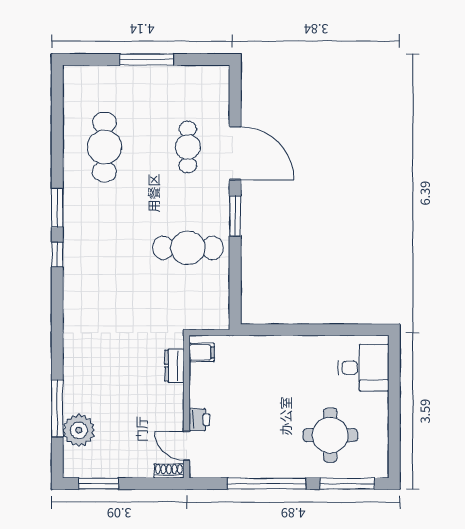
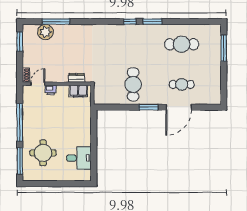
window: (147, 59) -> (224, 48), moved
filing cabinet: (202, 352) -> (78, 91), width x2.00
desk: (363, 368) -> (79, 158), moved, turned -90

